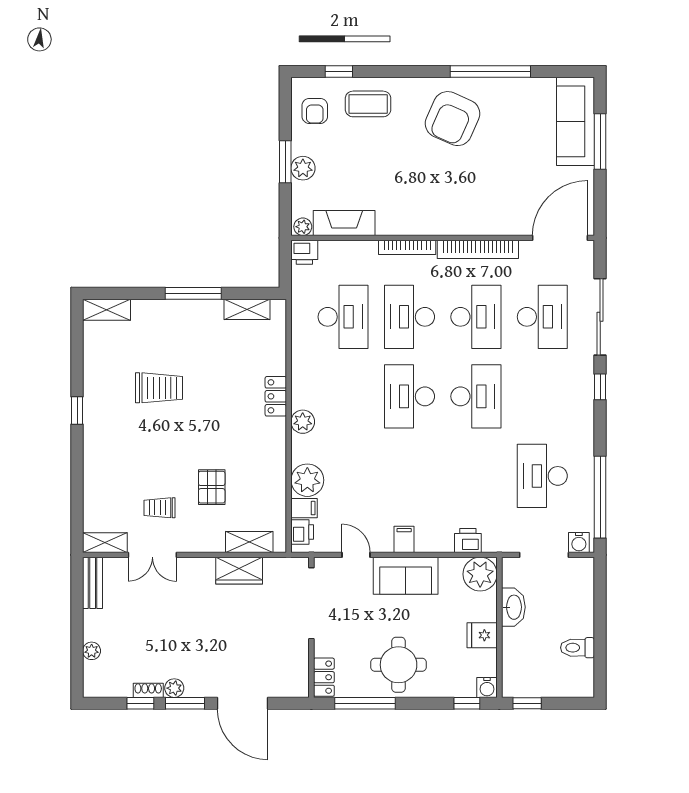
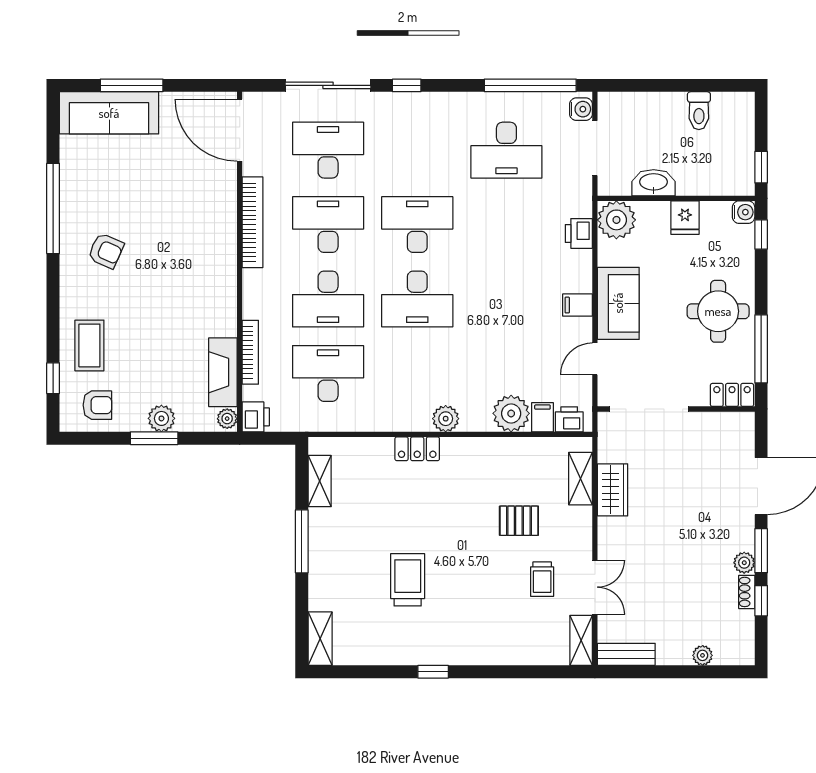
armchair: (453, 119) -> (106, 251), width x0.53, depth x0.53
bookcase: (407, 247) -> (250, 352), moved

